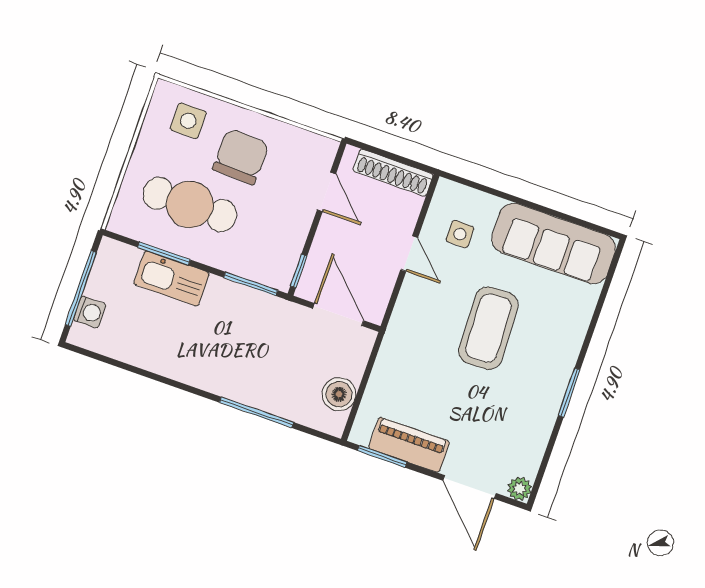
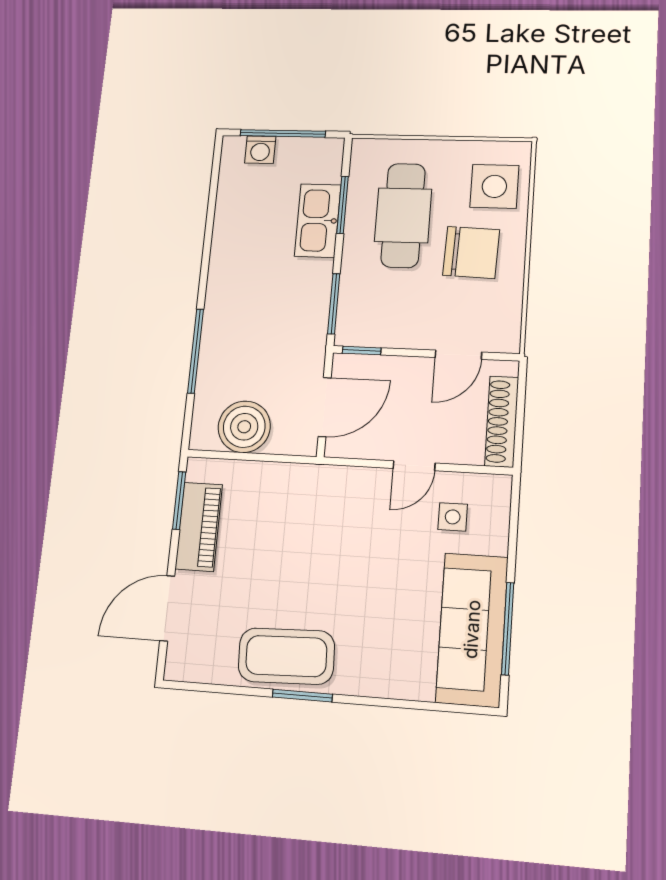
side table: (188, 121) -> (494, 186), width x1.37, depth x1.37
window: (560, 215) -> (508, 629), added
coffee table: (488, 328) -> (286, 656), moved
boiler: (339, 394) -> (244, 427), width x1.37, depth x1.37
plant: (520, 489) -> (178, 667), removed

